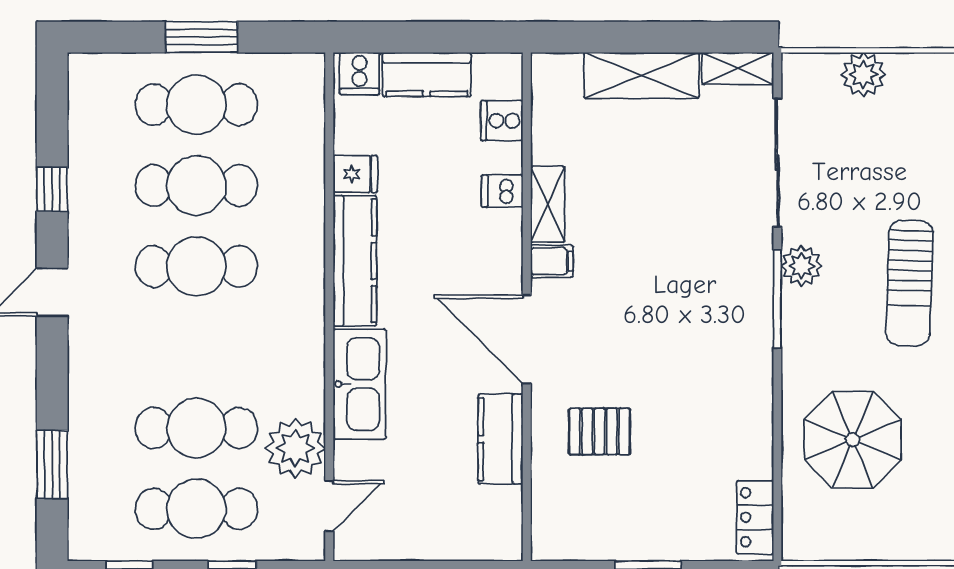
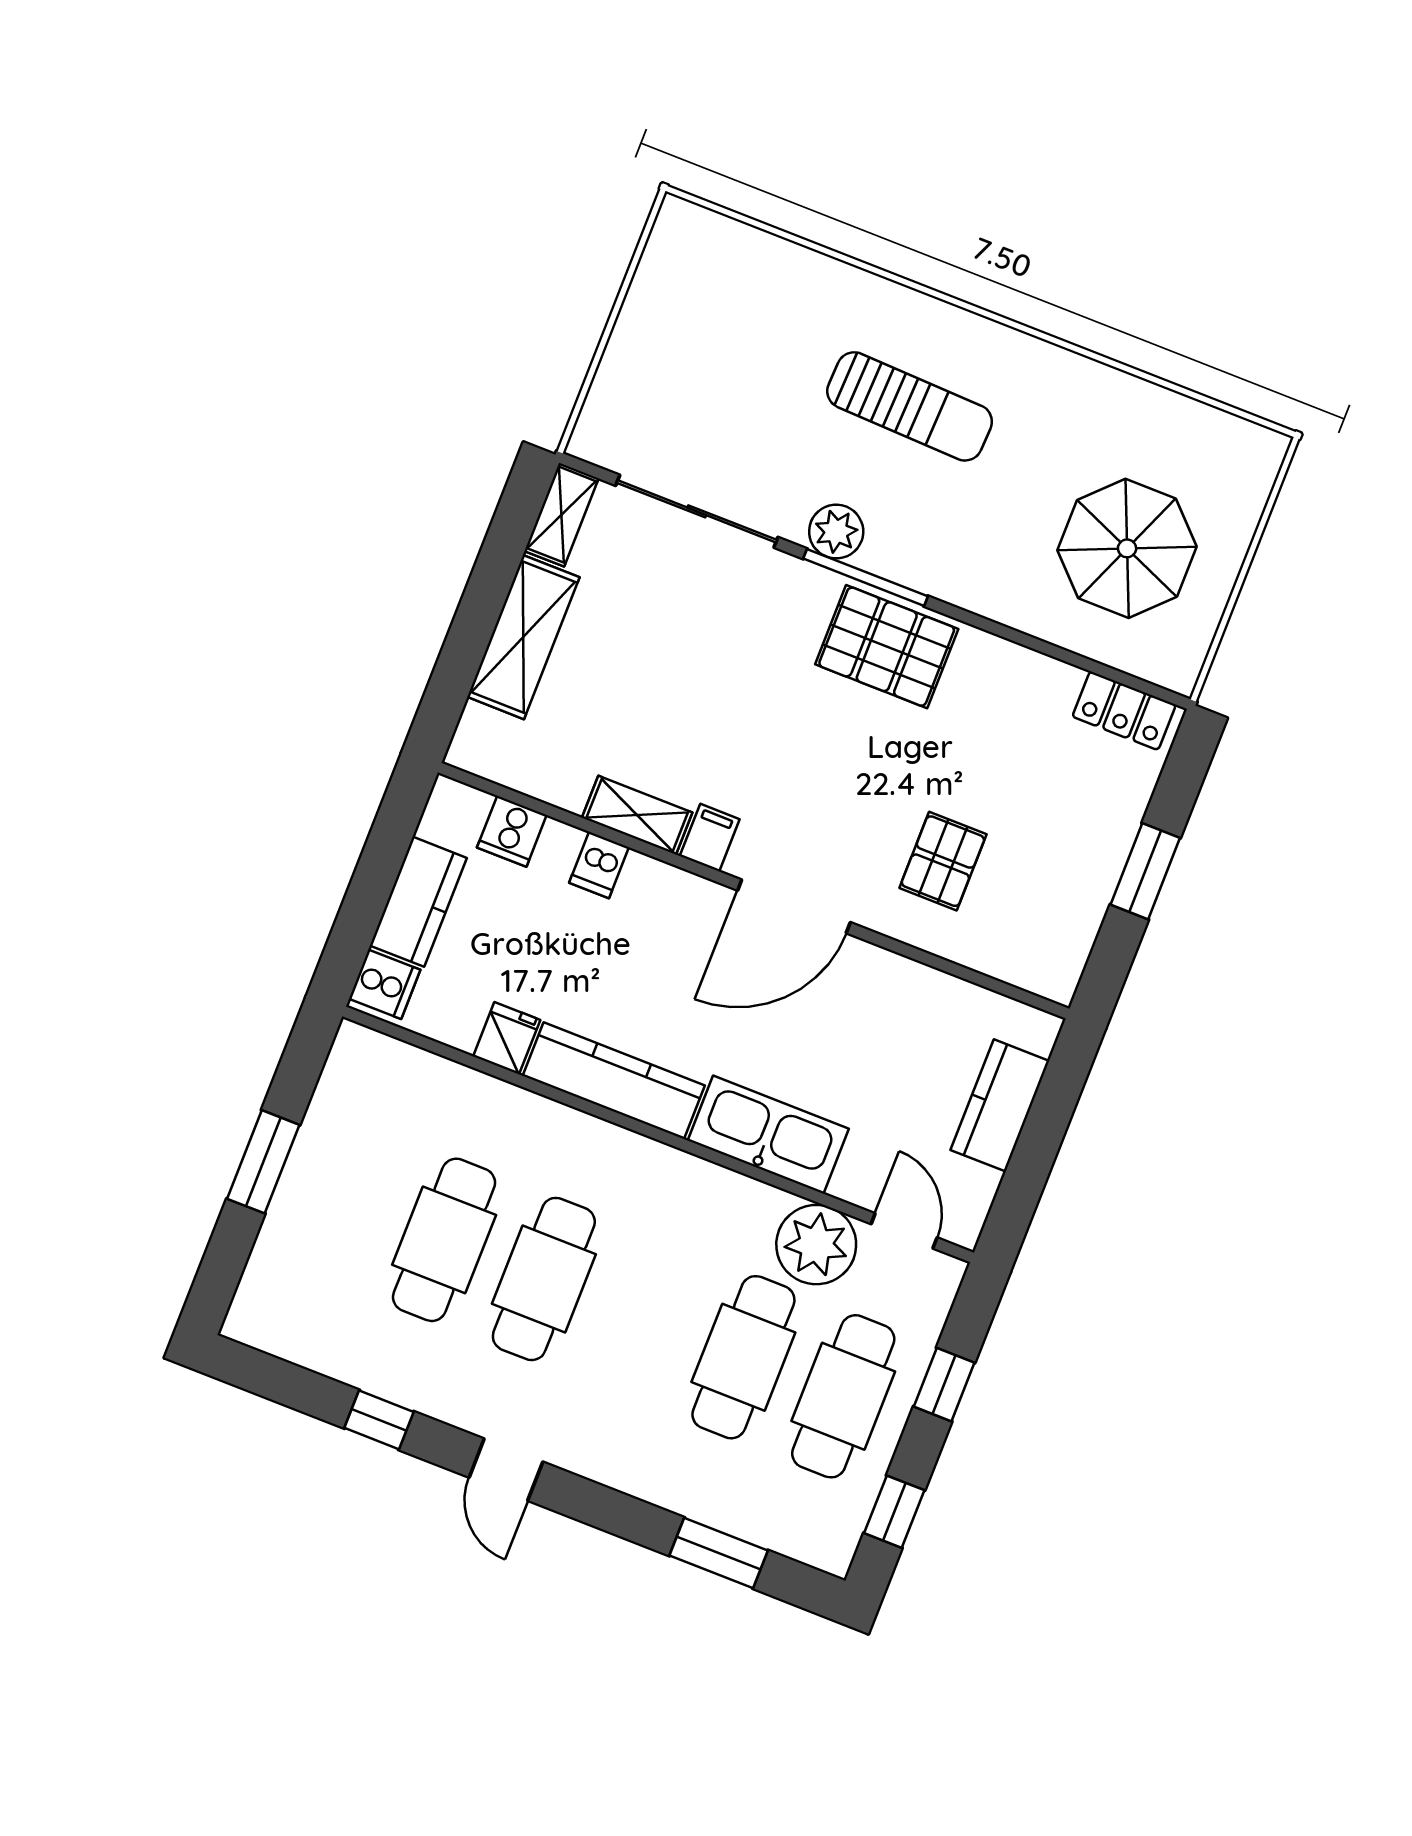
plant: (863, 74) -> (630, 363), removed
cafe table: (196, 105) -> (344, 1201), removed
pallet: (735, 333) -> (887, 647), added
kitchen counter: (500, 439) -> (1000, 1105), moved, turned 90
parasol: (853, 440) -> (1127, 548), moved

